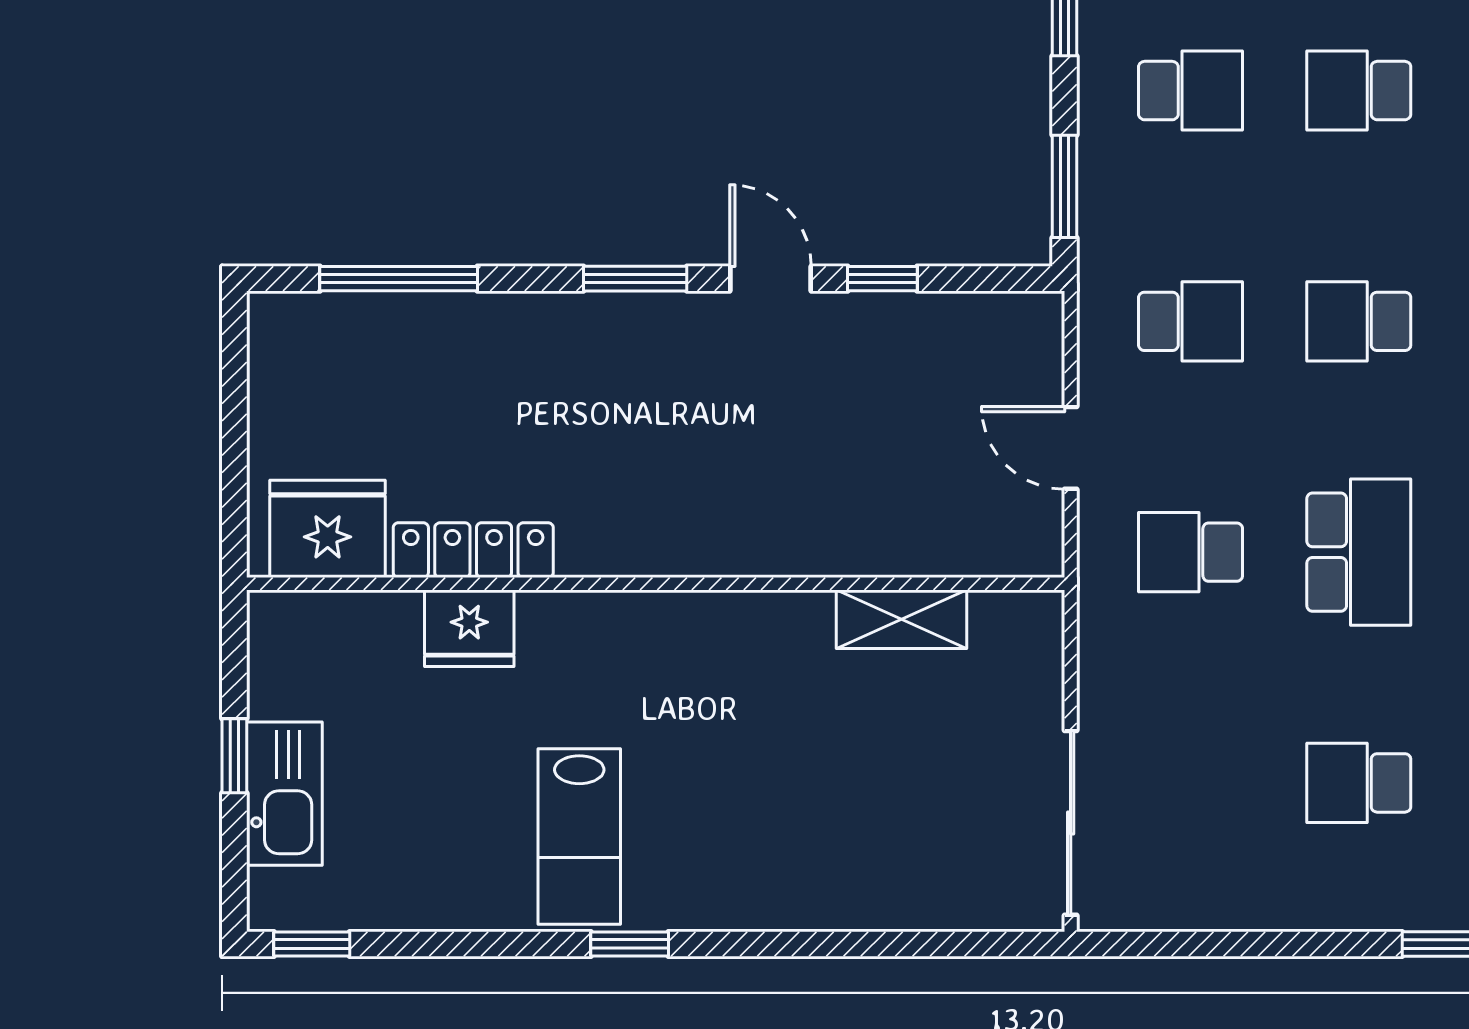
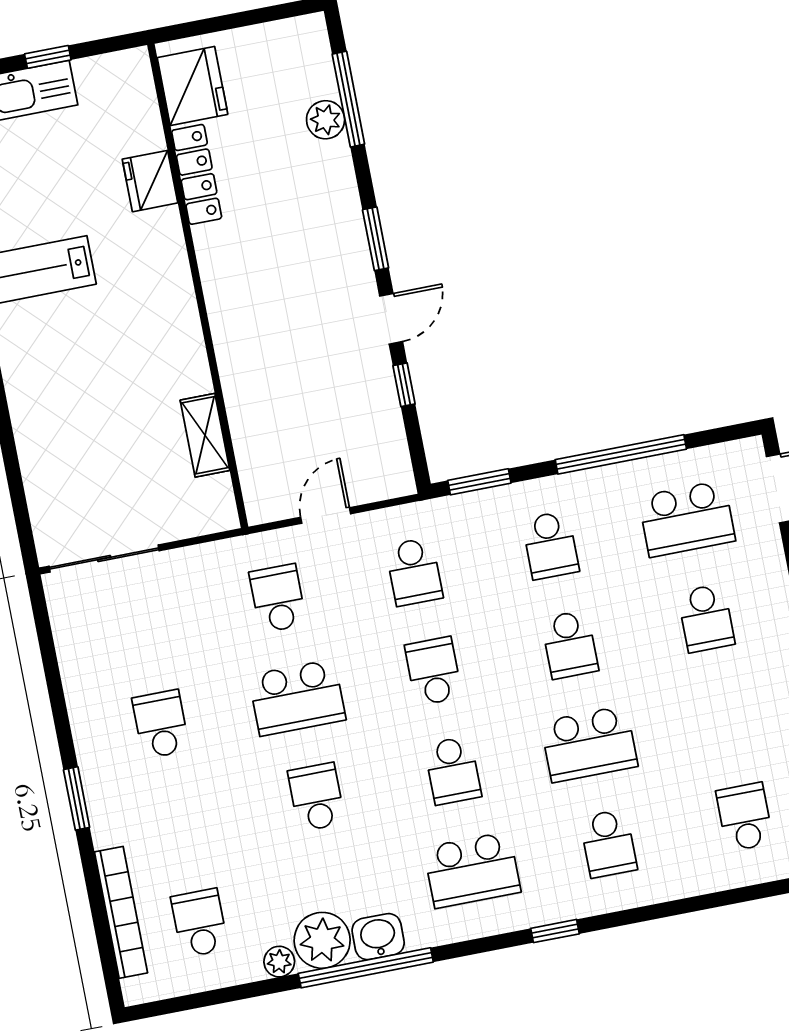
school desk: (1359, 91) -> (570, 645), turned 180
plant: (425, 322) -> (326, 120), added

